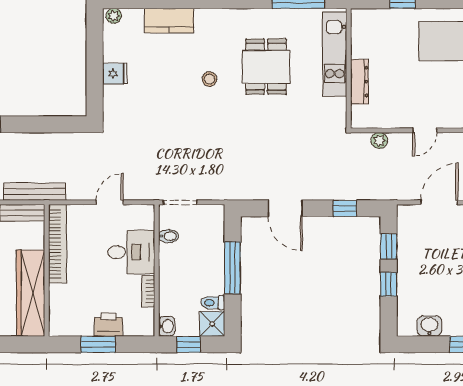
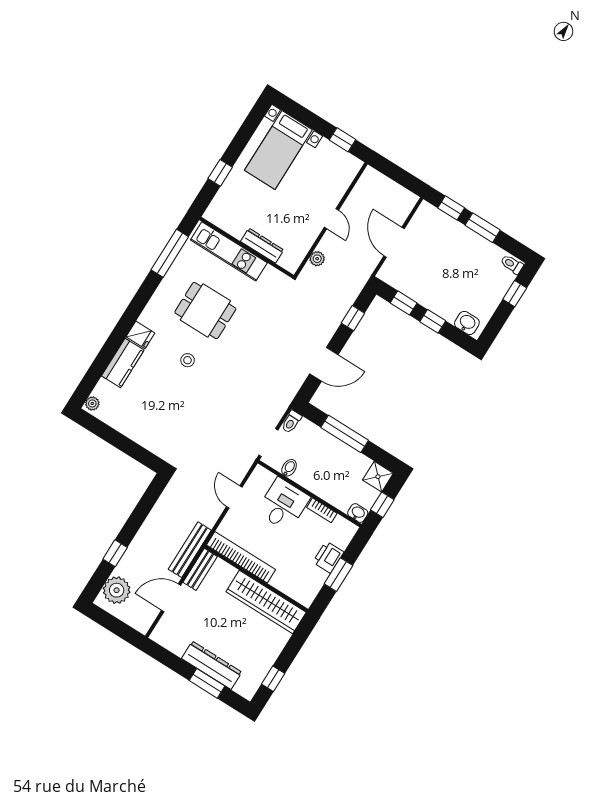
fridge: (115, 74) -> (140, 335), moved, turned 90
toilet: (213, 303) -> (291, 422), moved
washbasin: (429, 326) -> (467, 323), moved, turned 90

